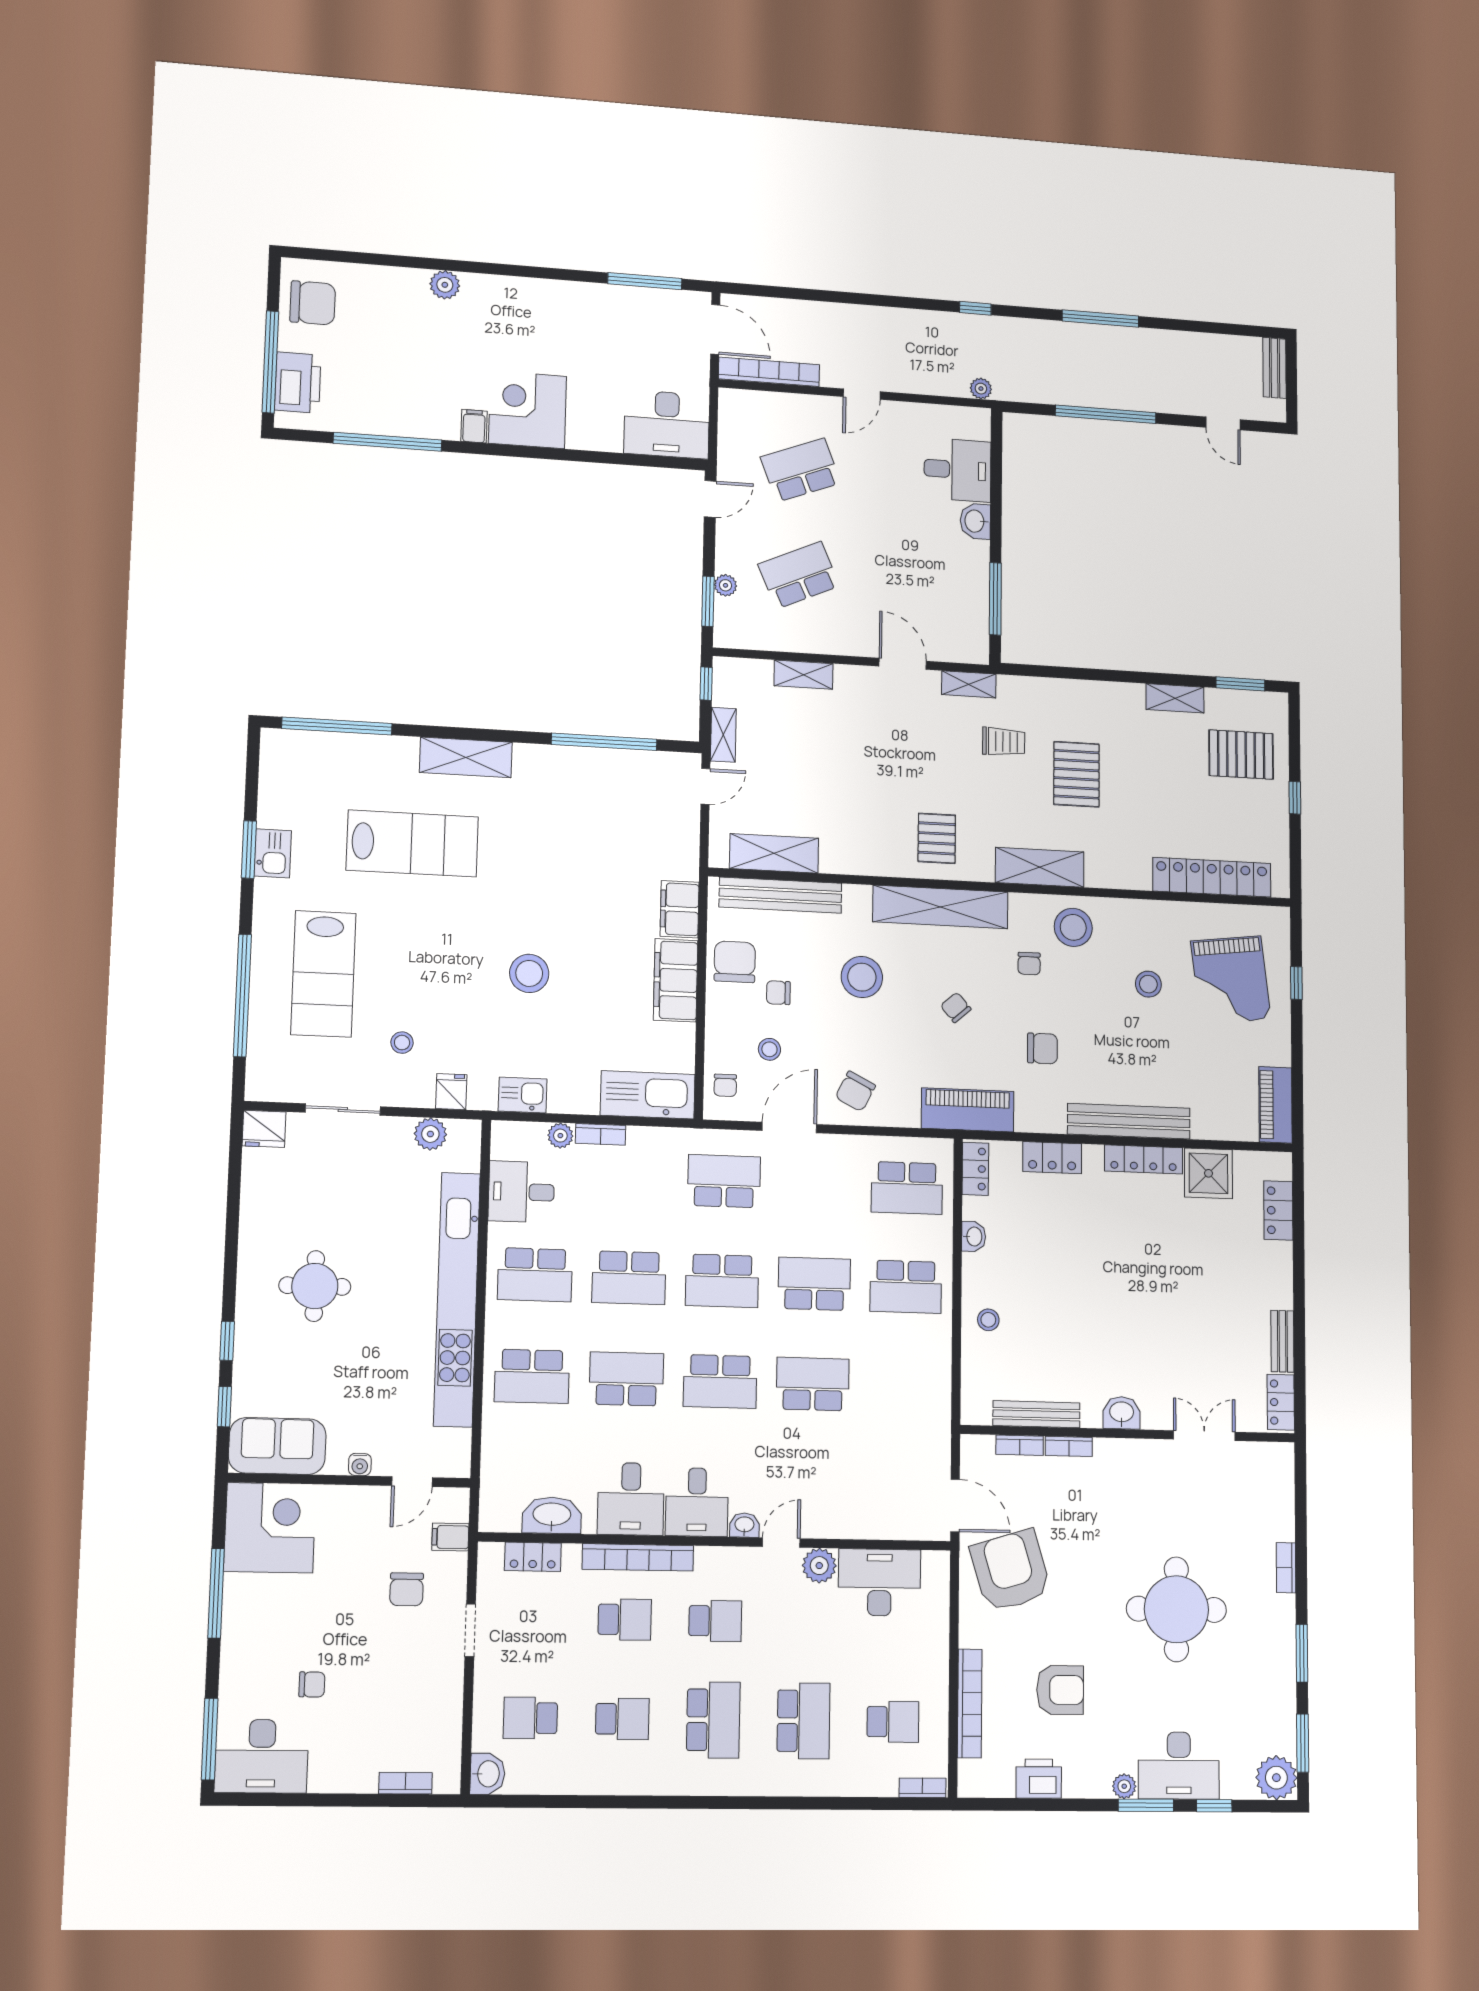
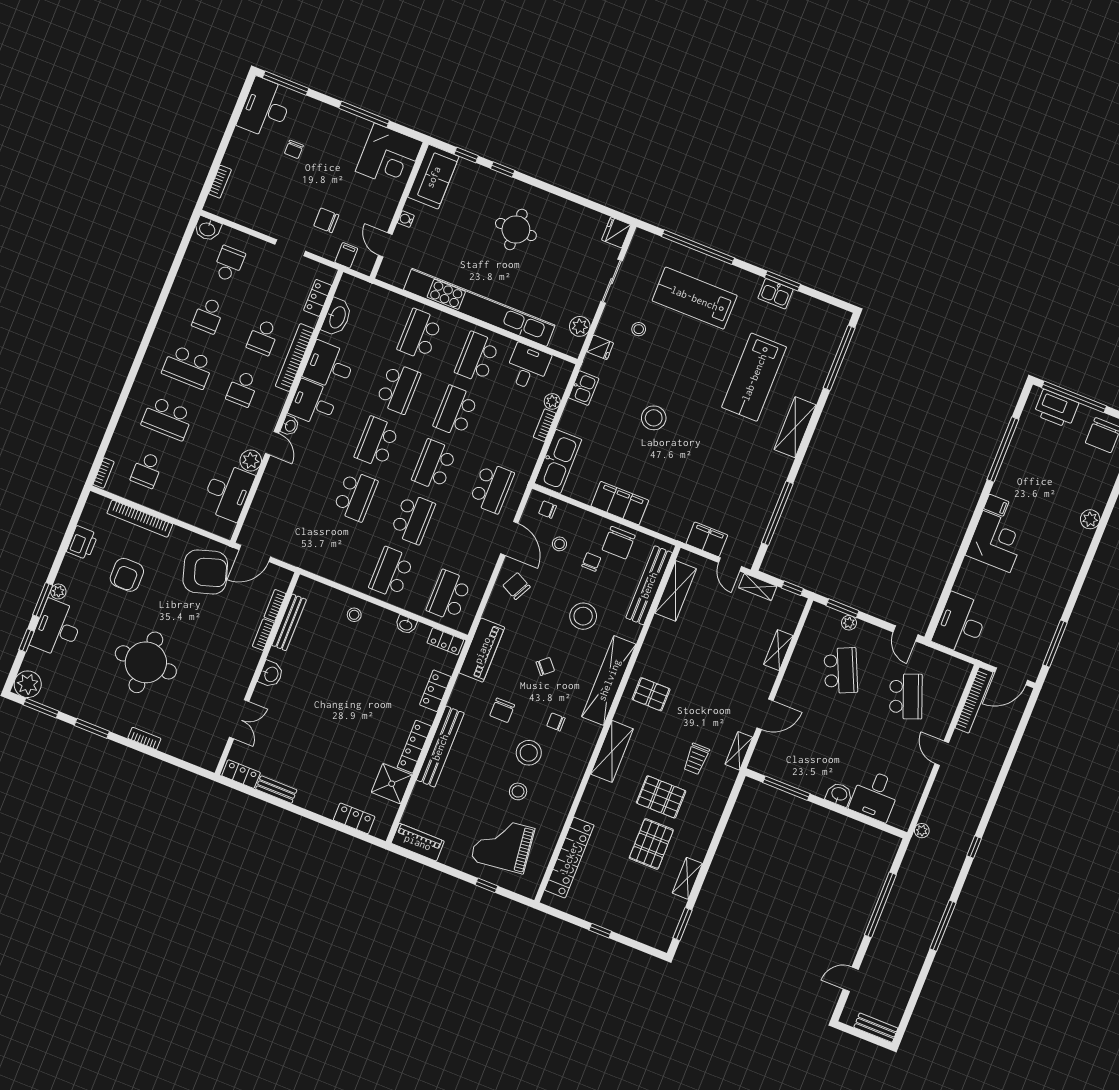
pallet: (1241, 755) -> (651, 844), moved
filing cabinet: (680, 909) -> (707, 539), moved
stool: (1073, 927) -> (529, 753), moved
chair: (735, 962) -> (619, 543), turned 90

